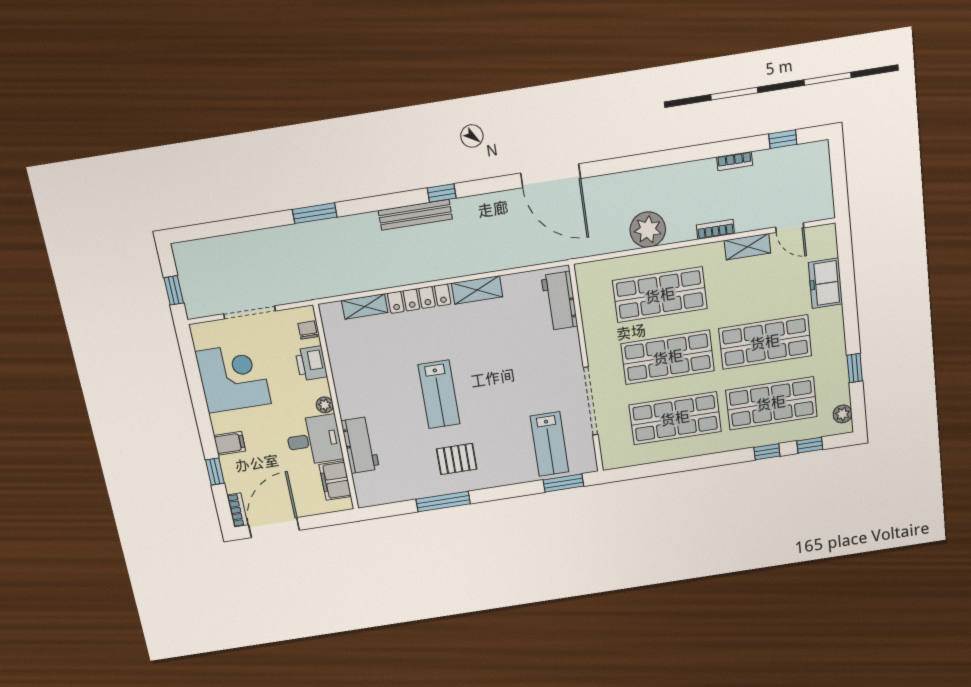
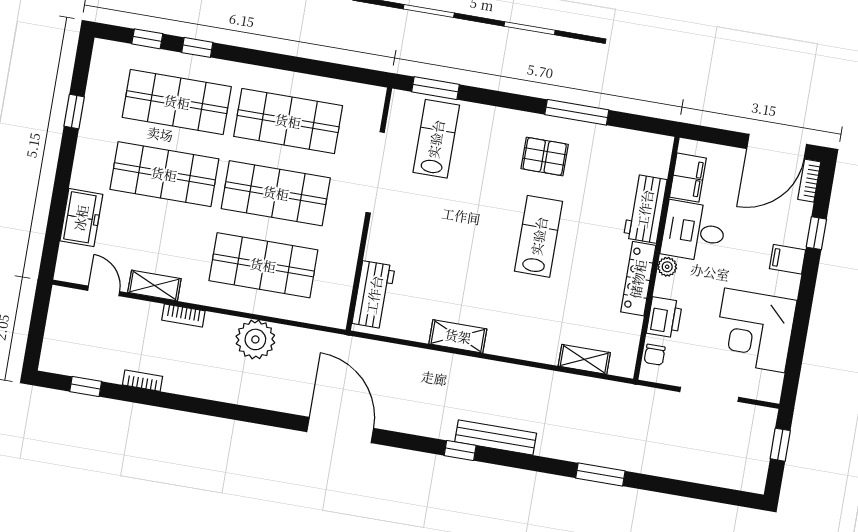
locker: (419, 299) -> (638, 279), moved, turned -90
plant: (843, 414) -> (101, 63), removed

